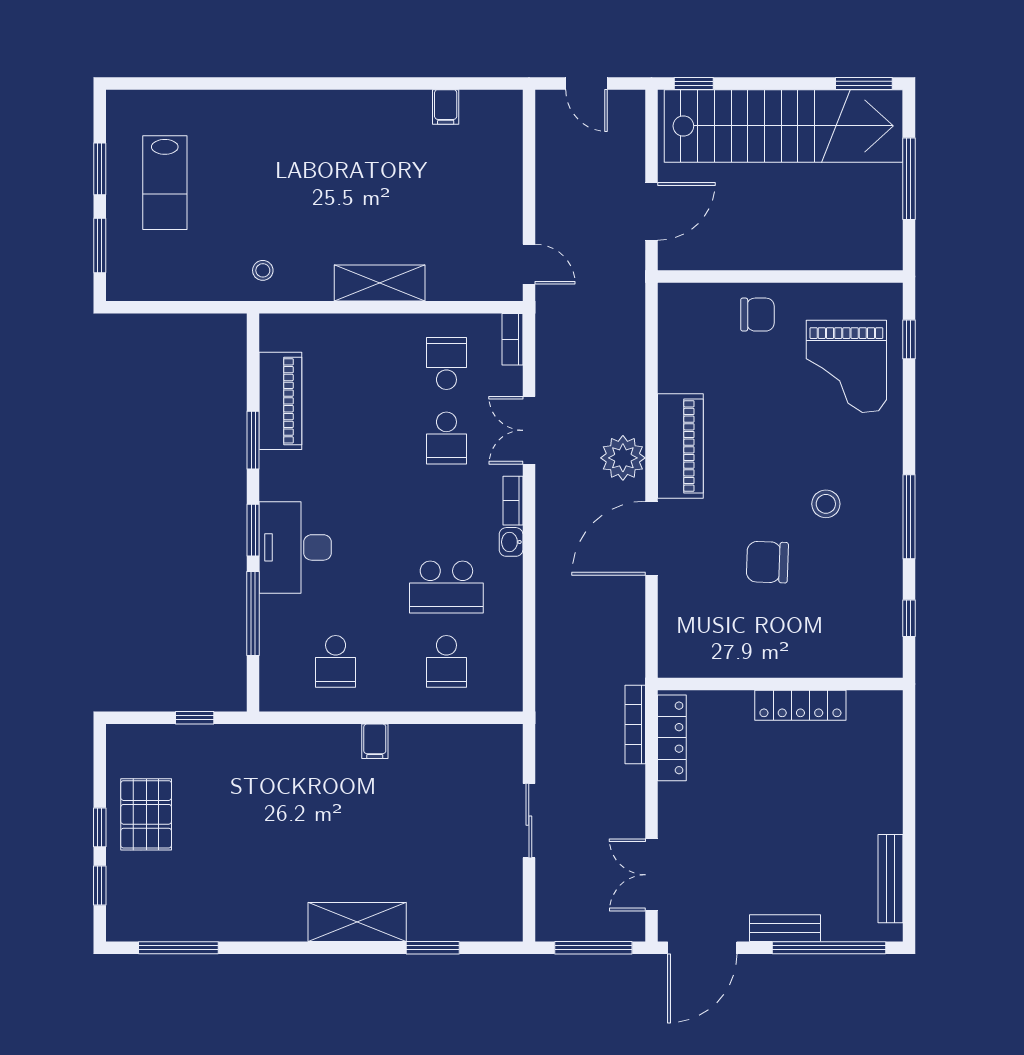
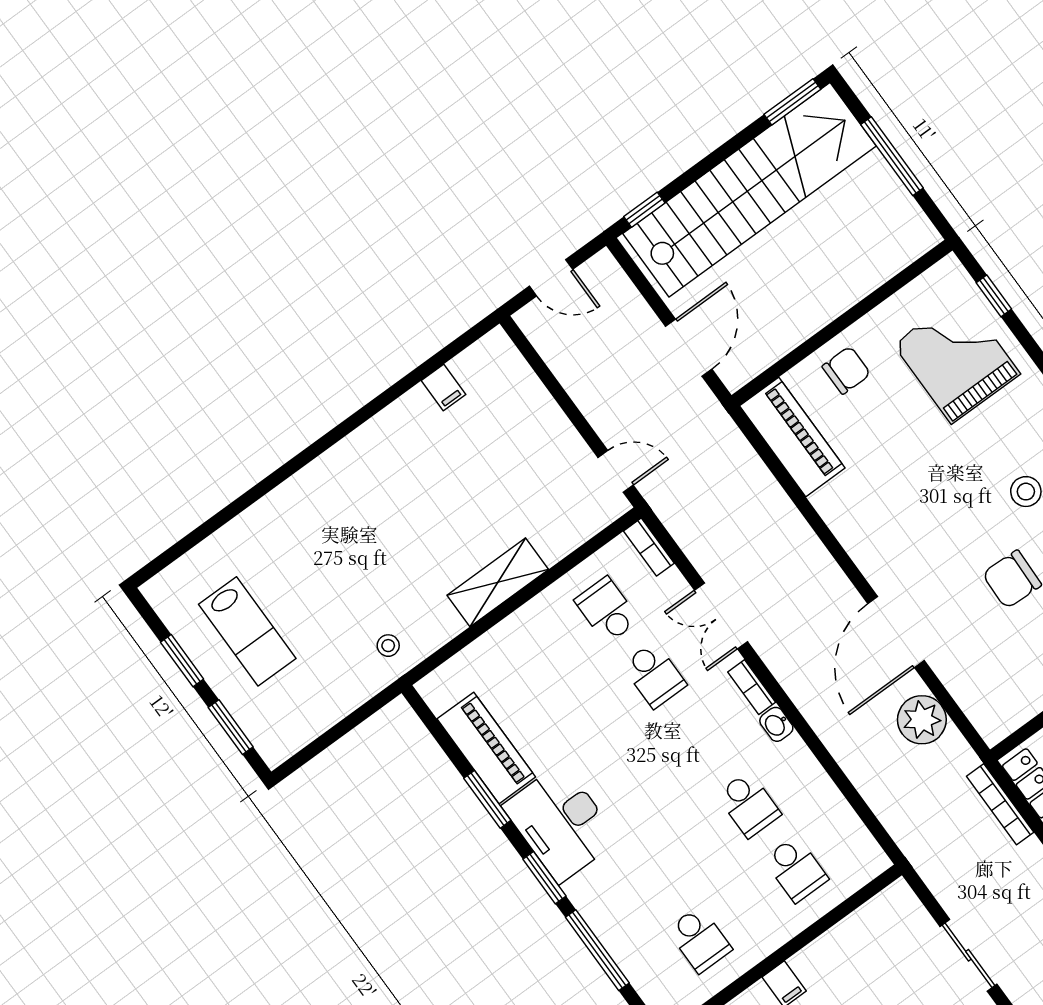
grand piano: (846, 366) -> (957, 359), turned 180
piano: (680, 446) -> (792, 437), moved
plant: (623, 458) -> (922, 720), moved
desk: (295, 547) -> (561, 823), moved
school desk: (446, 587) -> (749, 804), width x0.54

